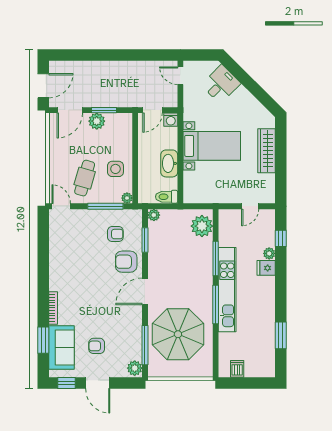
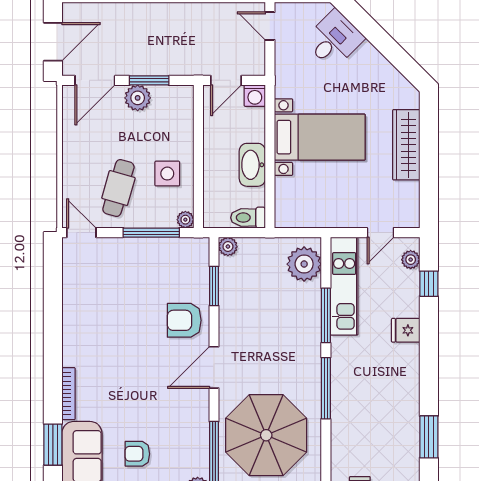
armchair: (115, 234) -> (167, 277), removed
plant: (269, 253) -> (411, 260), moved
kitchen unit: (227, 290) -> (344, 286), moved, width x0.73

